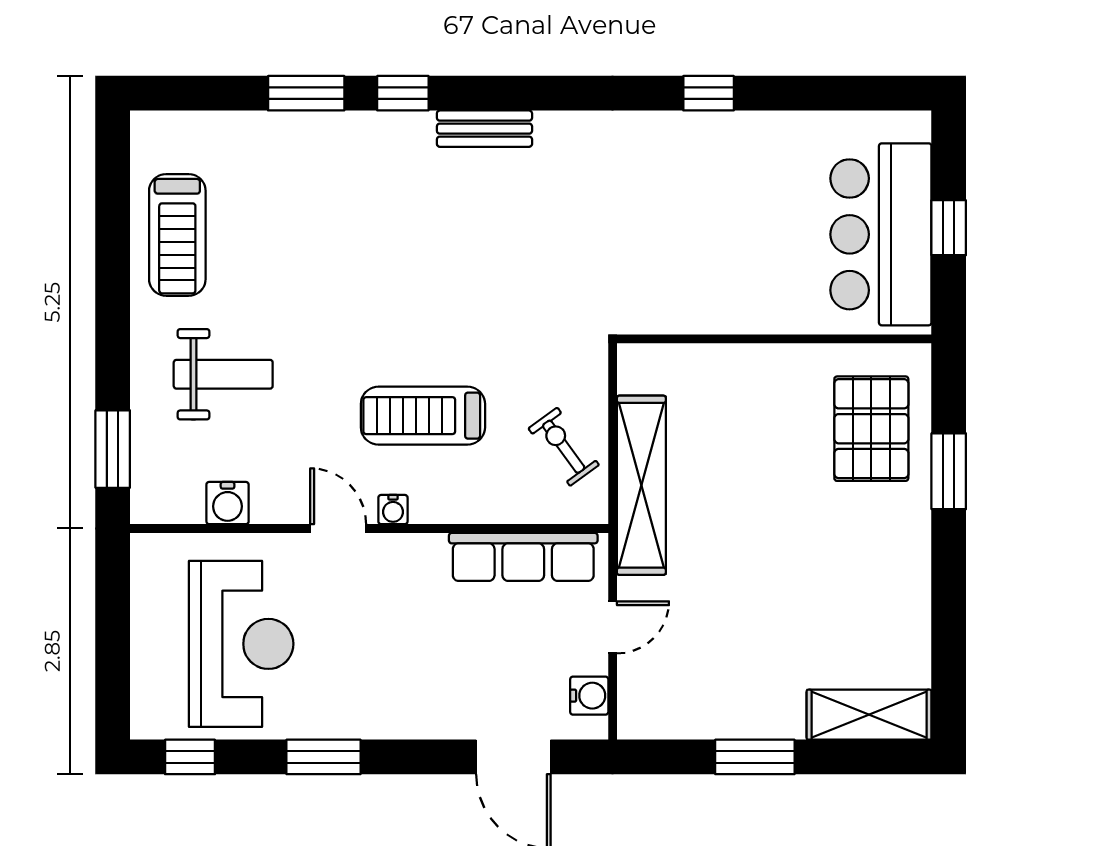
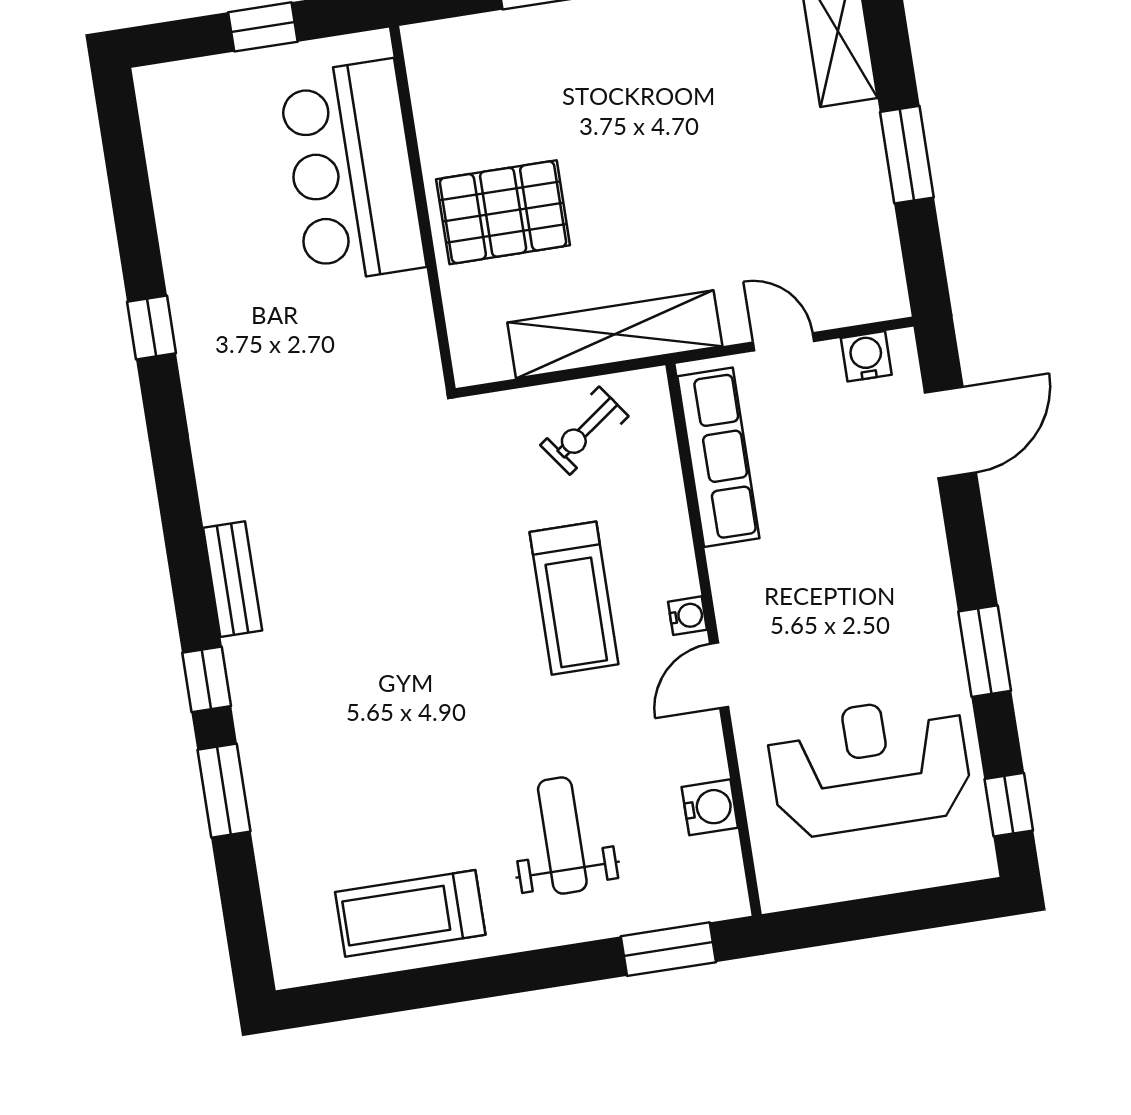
bar counter: (881, 234) -> (352, 171), moved, turned 90
treadmill: (177, 235) -> (410, 913), turned 180
pallet: (871, 429) -> (503, 212), moved

